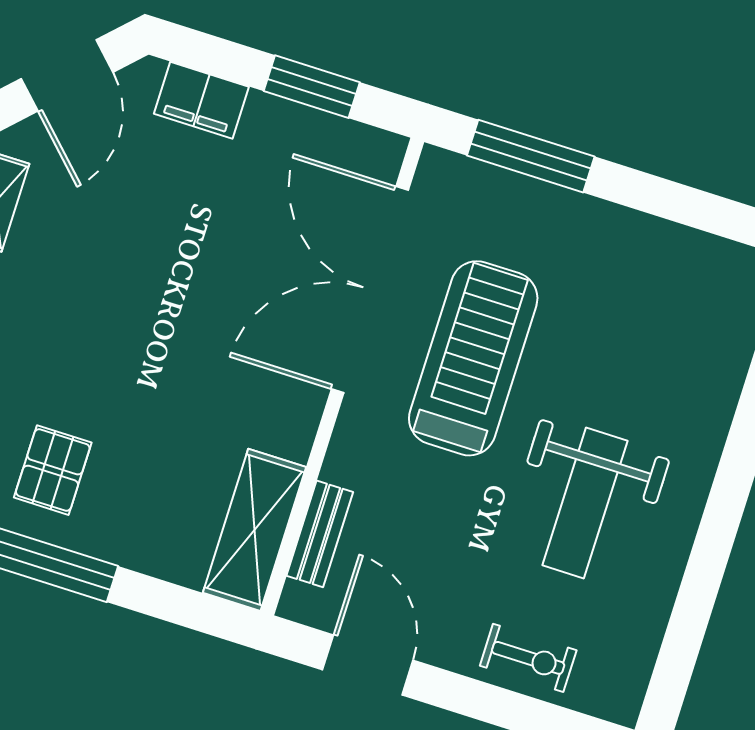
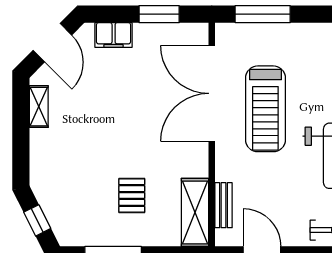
treadmill: (473, 358) -> (265, 109), turned 180
pallet: (53, 470) -> (132, 196), moved

